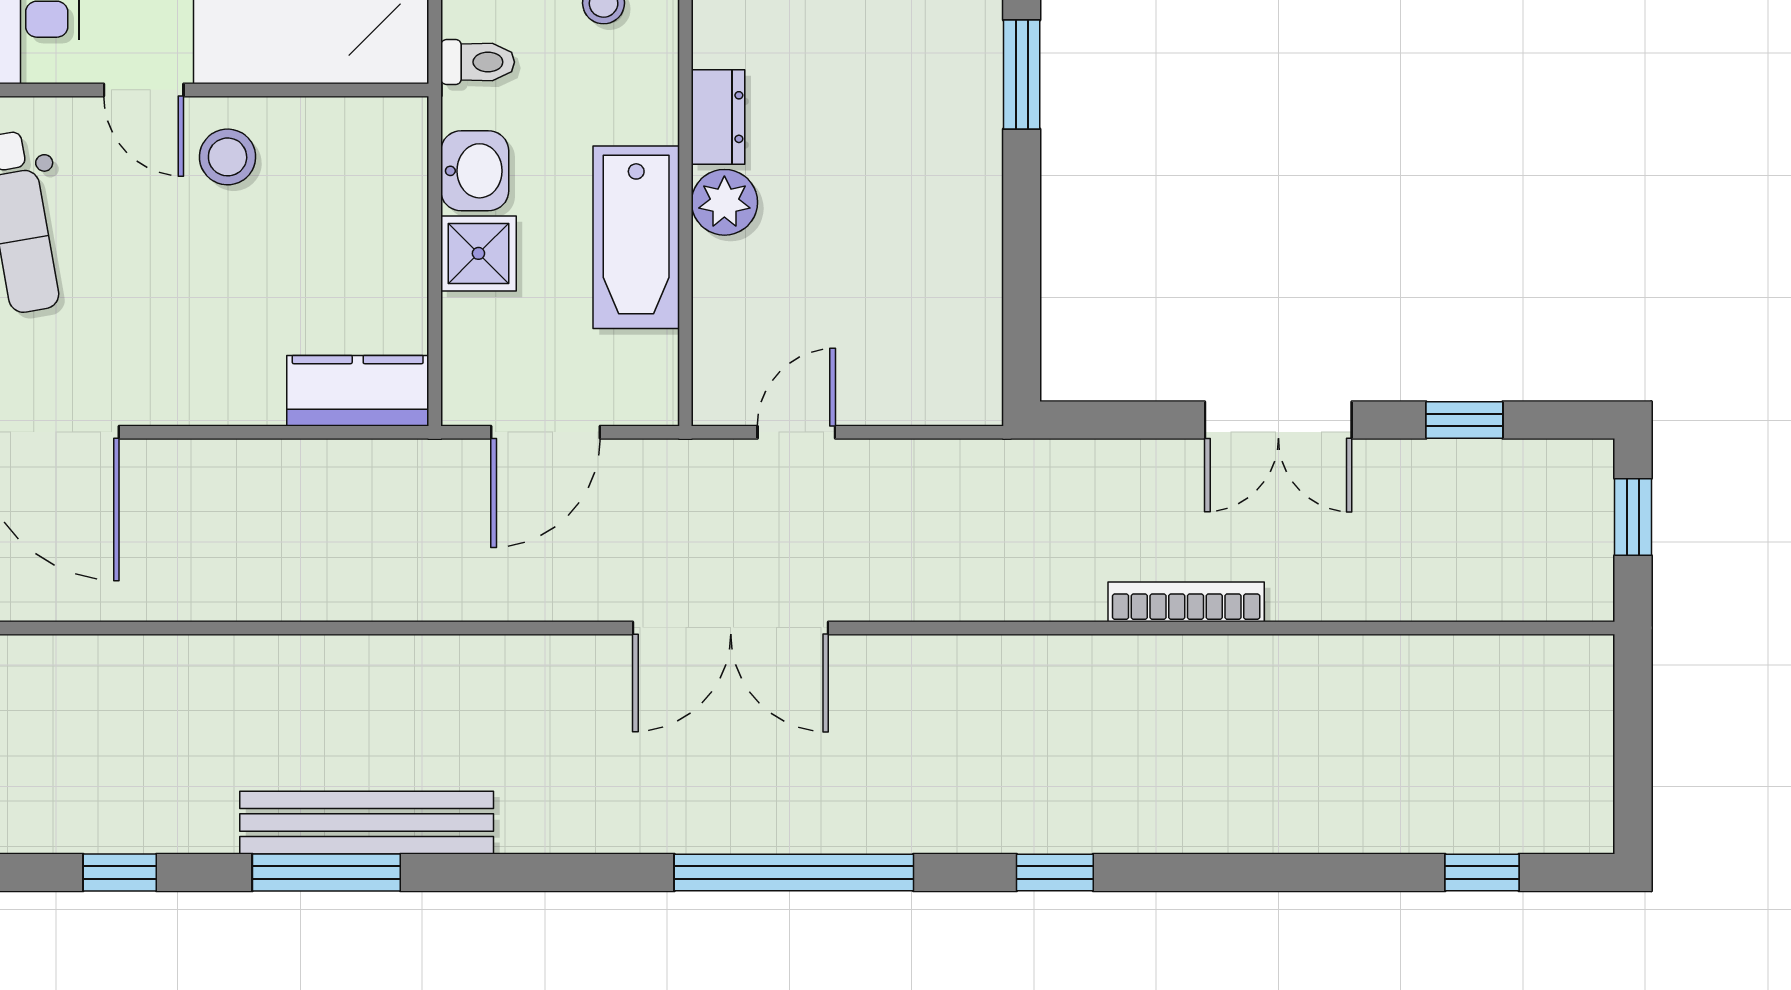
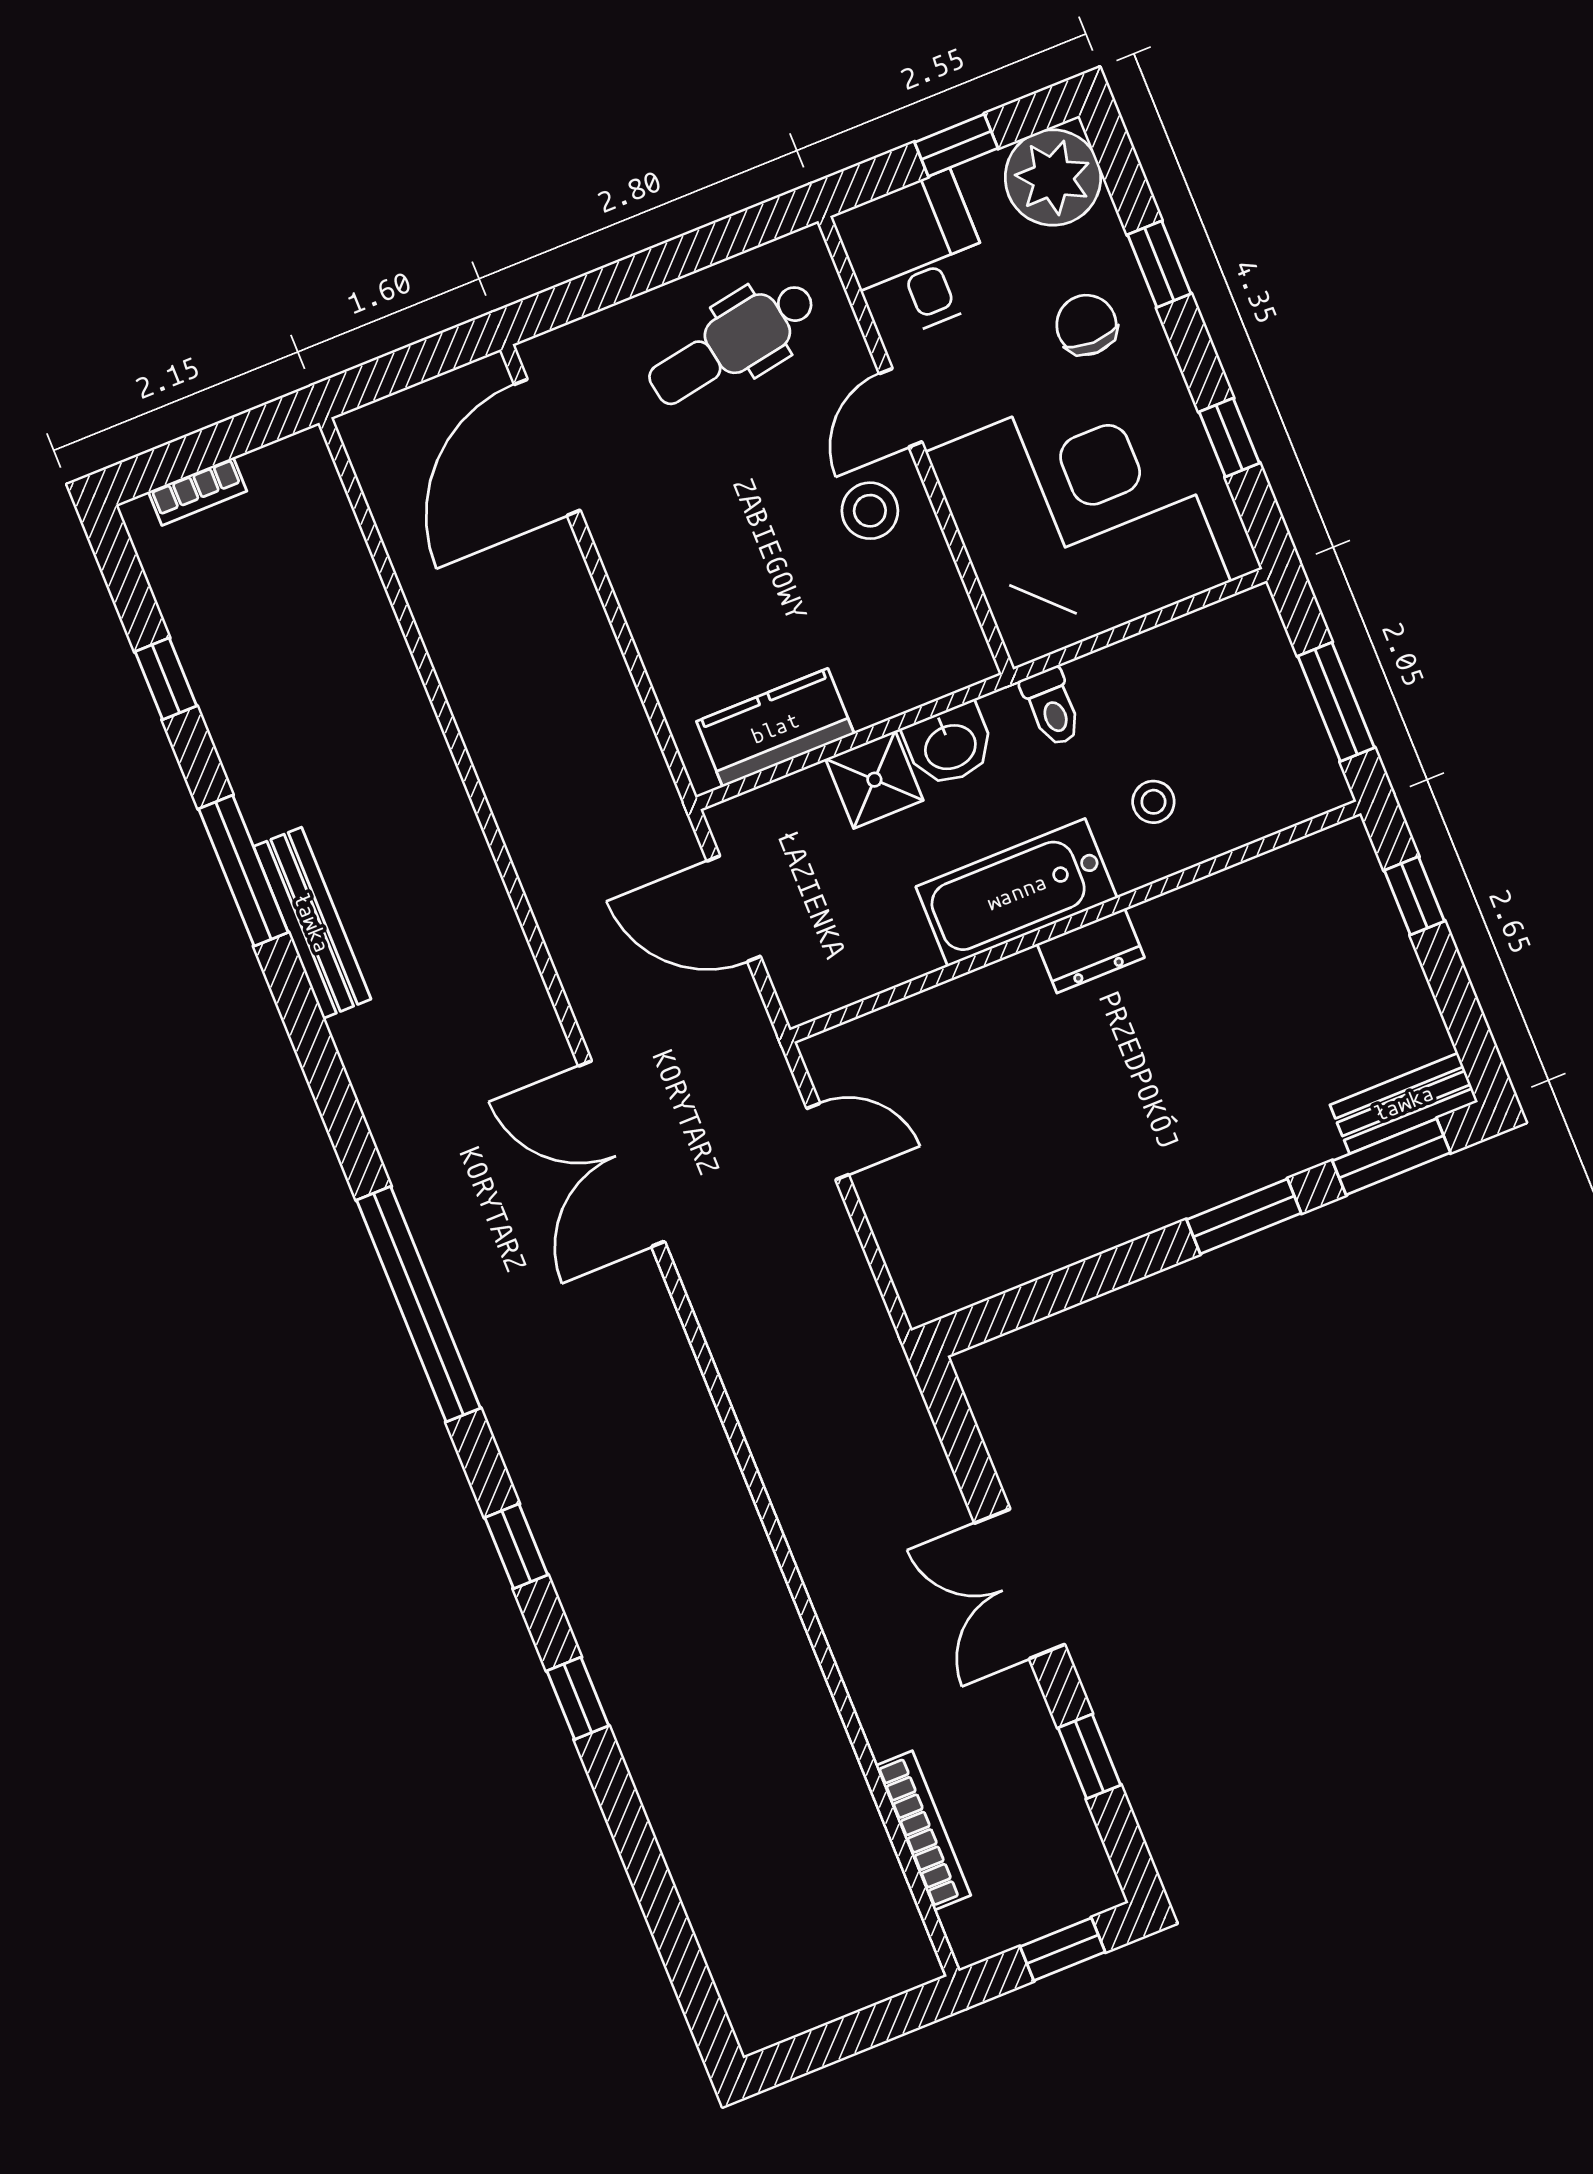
plant: (724, 202) -> (1014, 989), removed
bathtub: (636, 237) -> (1017, 892), moved
kitchen counter: (358, 391) -> (775, 728), moved, turned -90
bookcase: (1186, 602) -> (923, 1830), moved
bench: (367, 823) -> (312, 923), width x0.73, depth x0.82
window: (1482, 872) -> (578, 1698), moved

